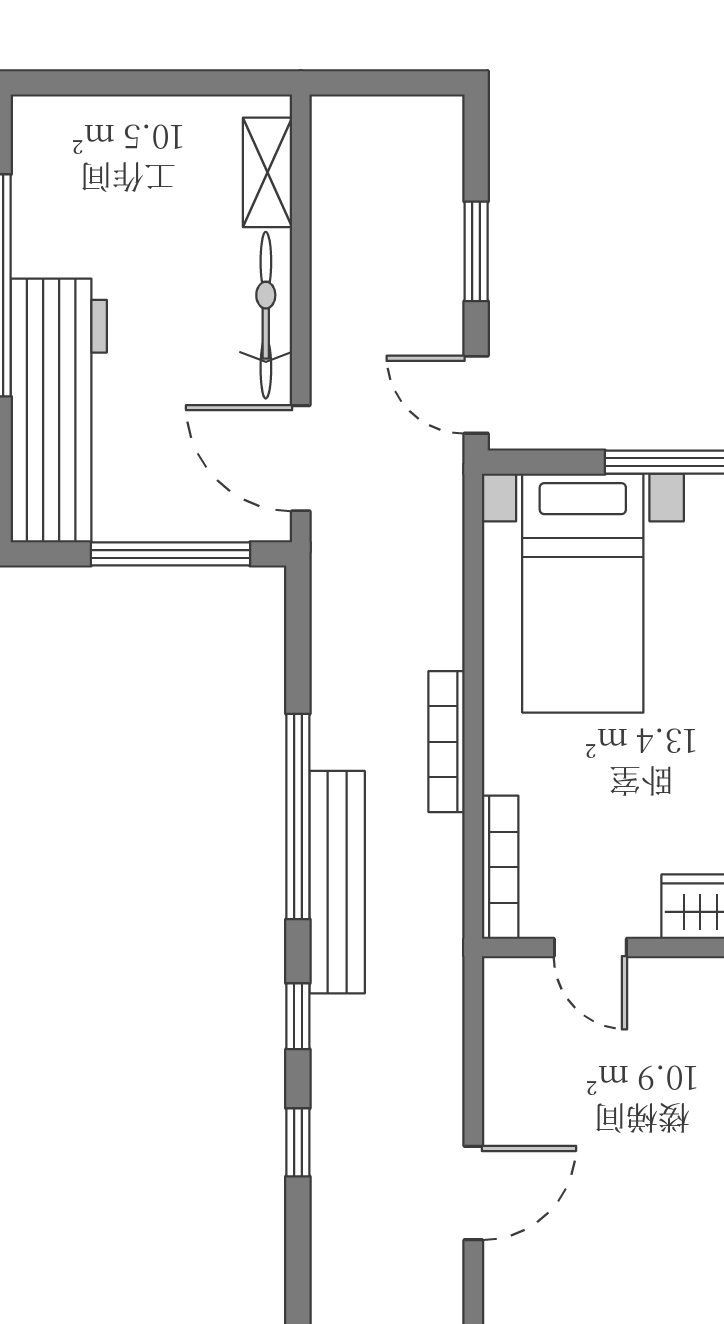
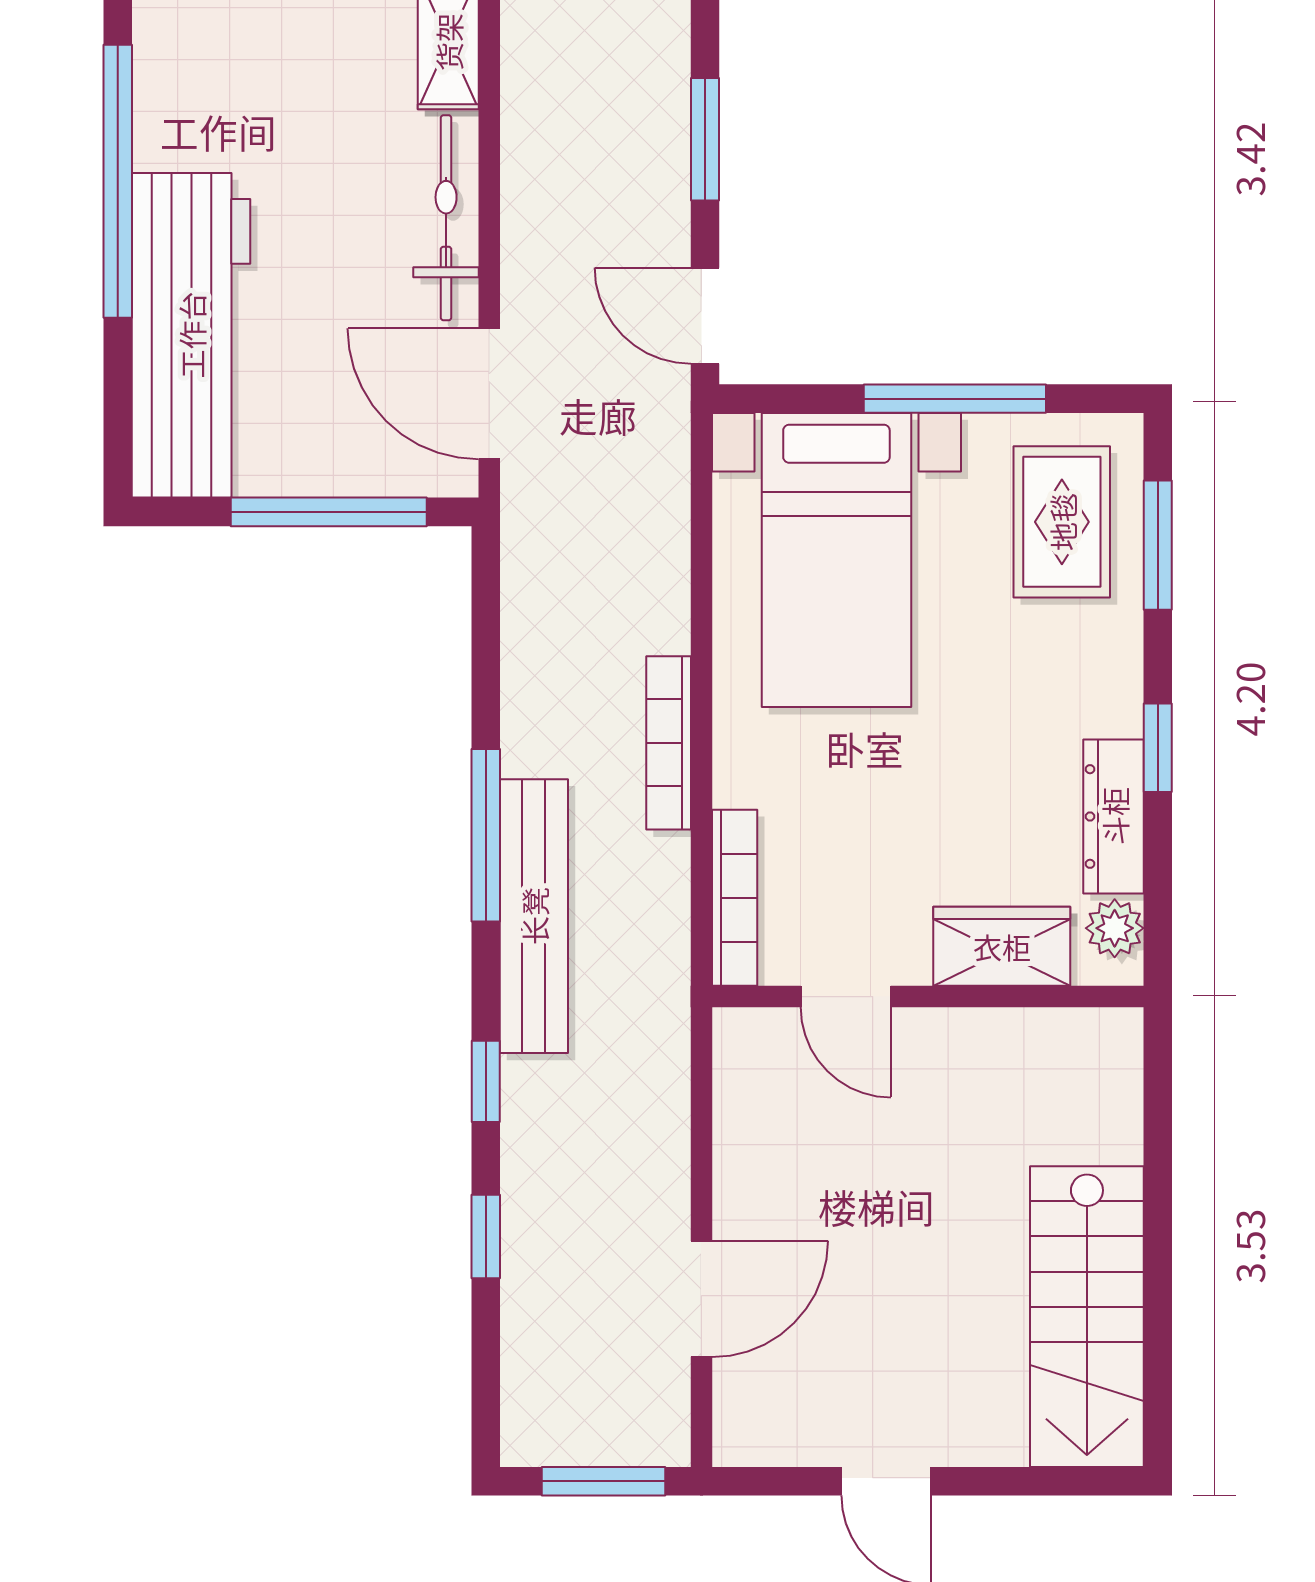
window: (298, 817) -> (486, 835), width x0.68

